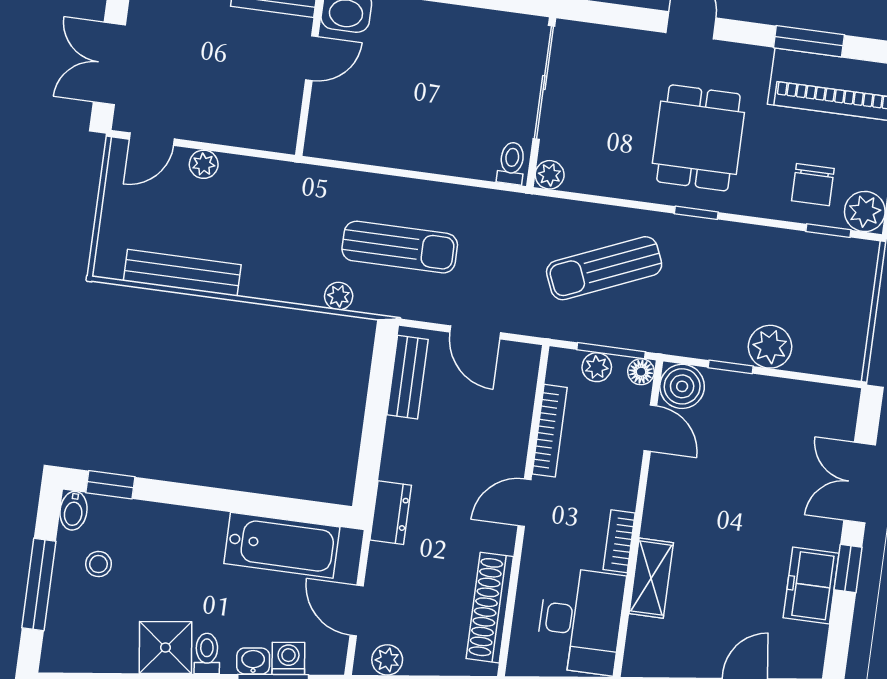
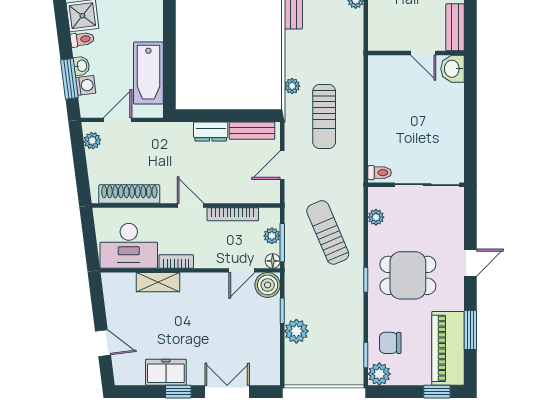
plant: (550, 175) -> (376, 217), moved
dresser: (391, 513) -> (211, 132), moved

